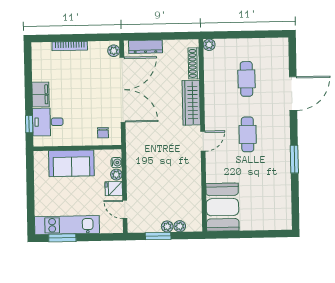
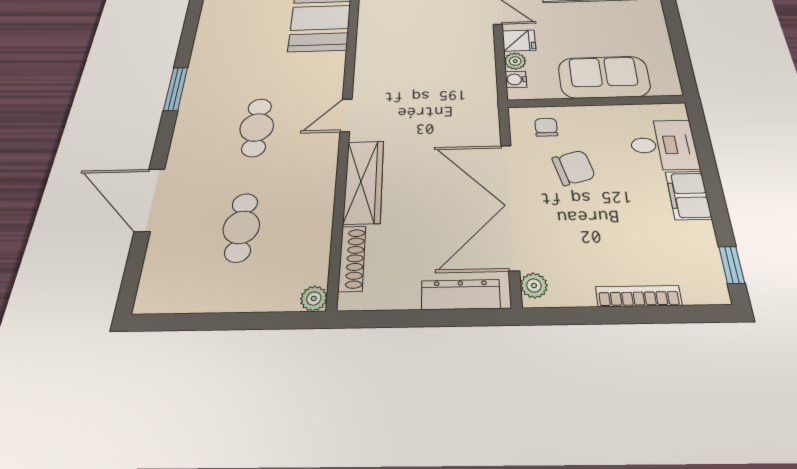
door: (293, 94) -> (150, 200), hinge flipped
chair: (92, 110) -> (574, 168), added
window: (29, 124) -> (732, 265), moved

